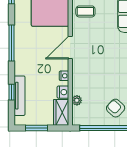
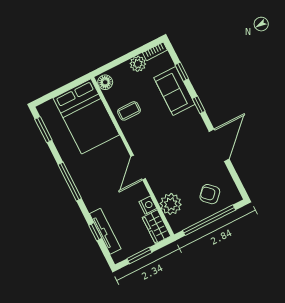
door: (70, 48) -> (138, 168), moved
nightstand: (64, 76) -> (140, 188), removed
plant: (77, 100) -> (171, 204), width x1.87, depth x1.87

